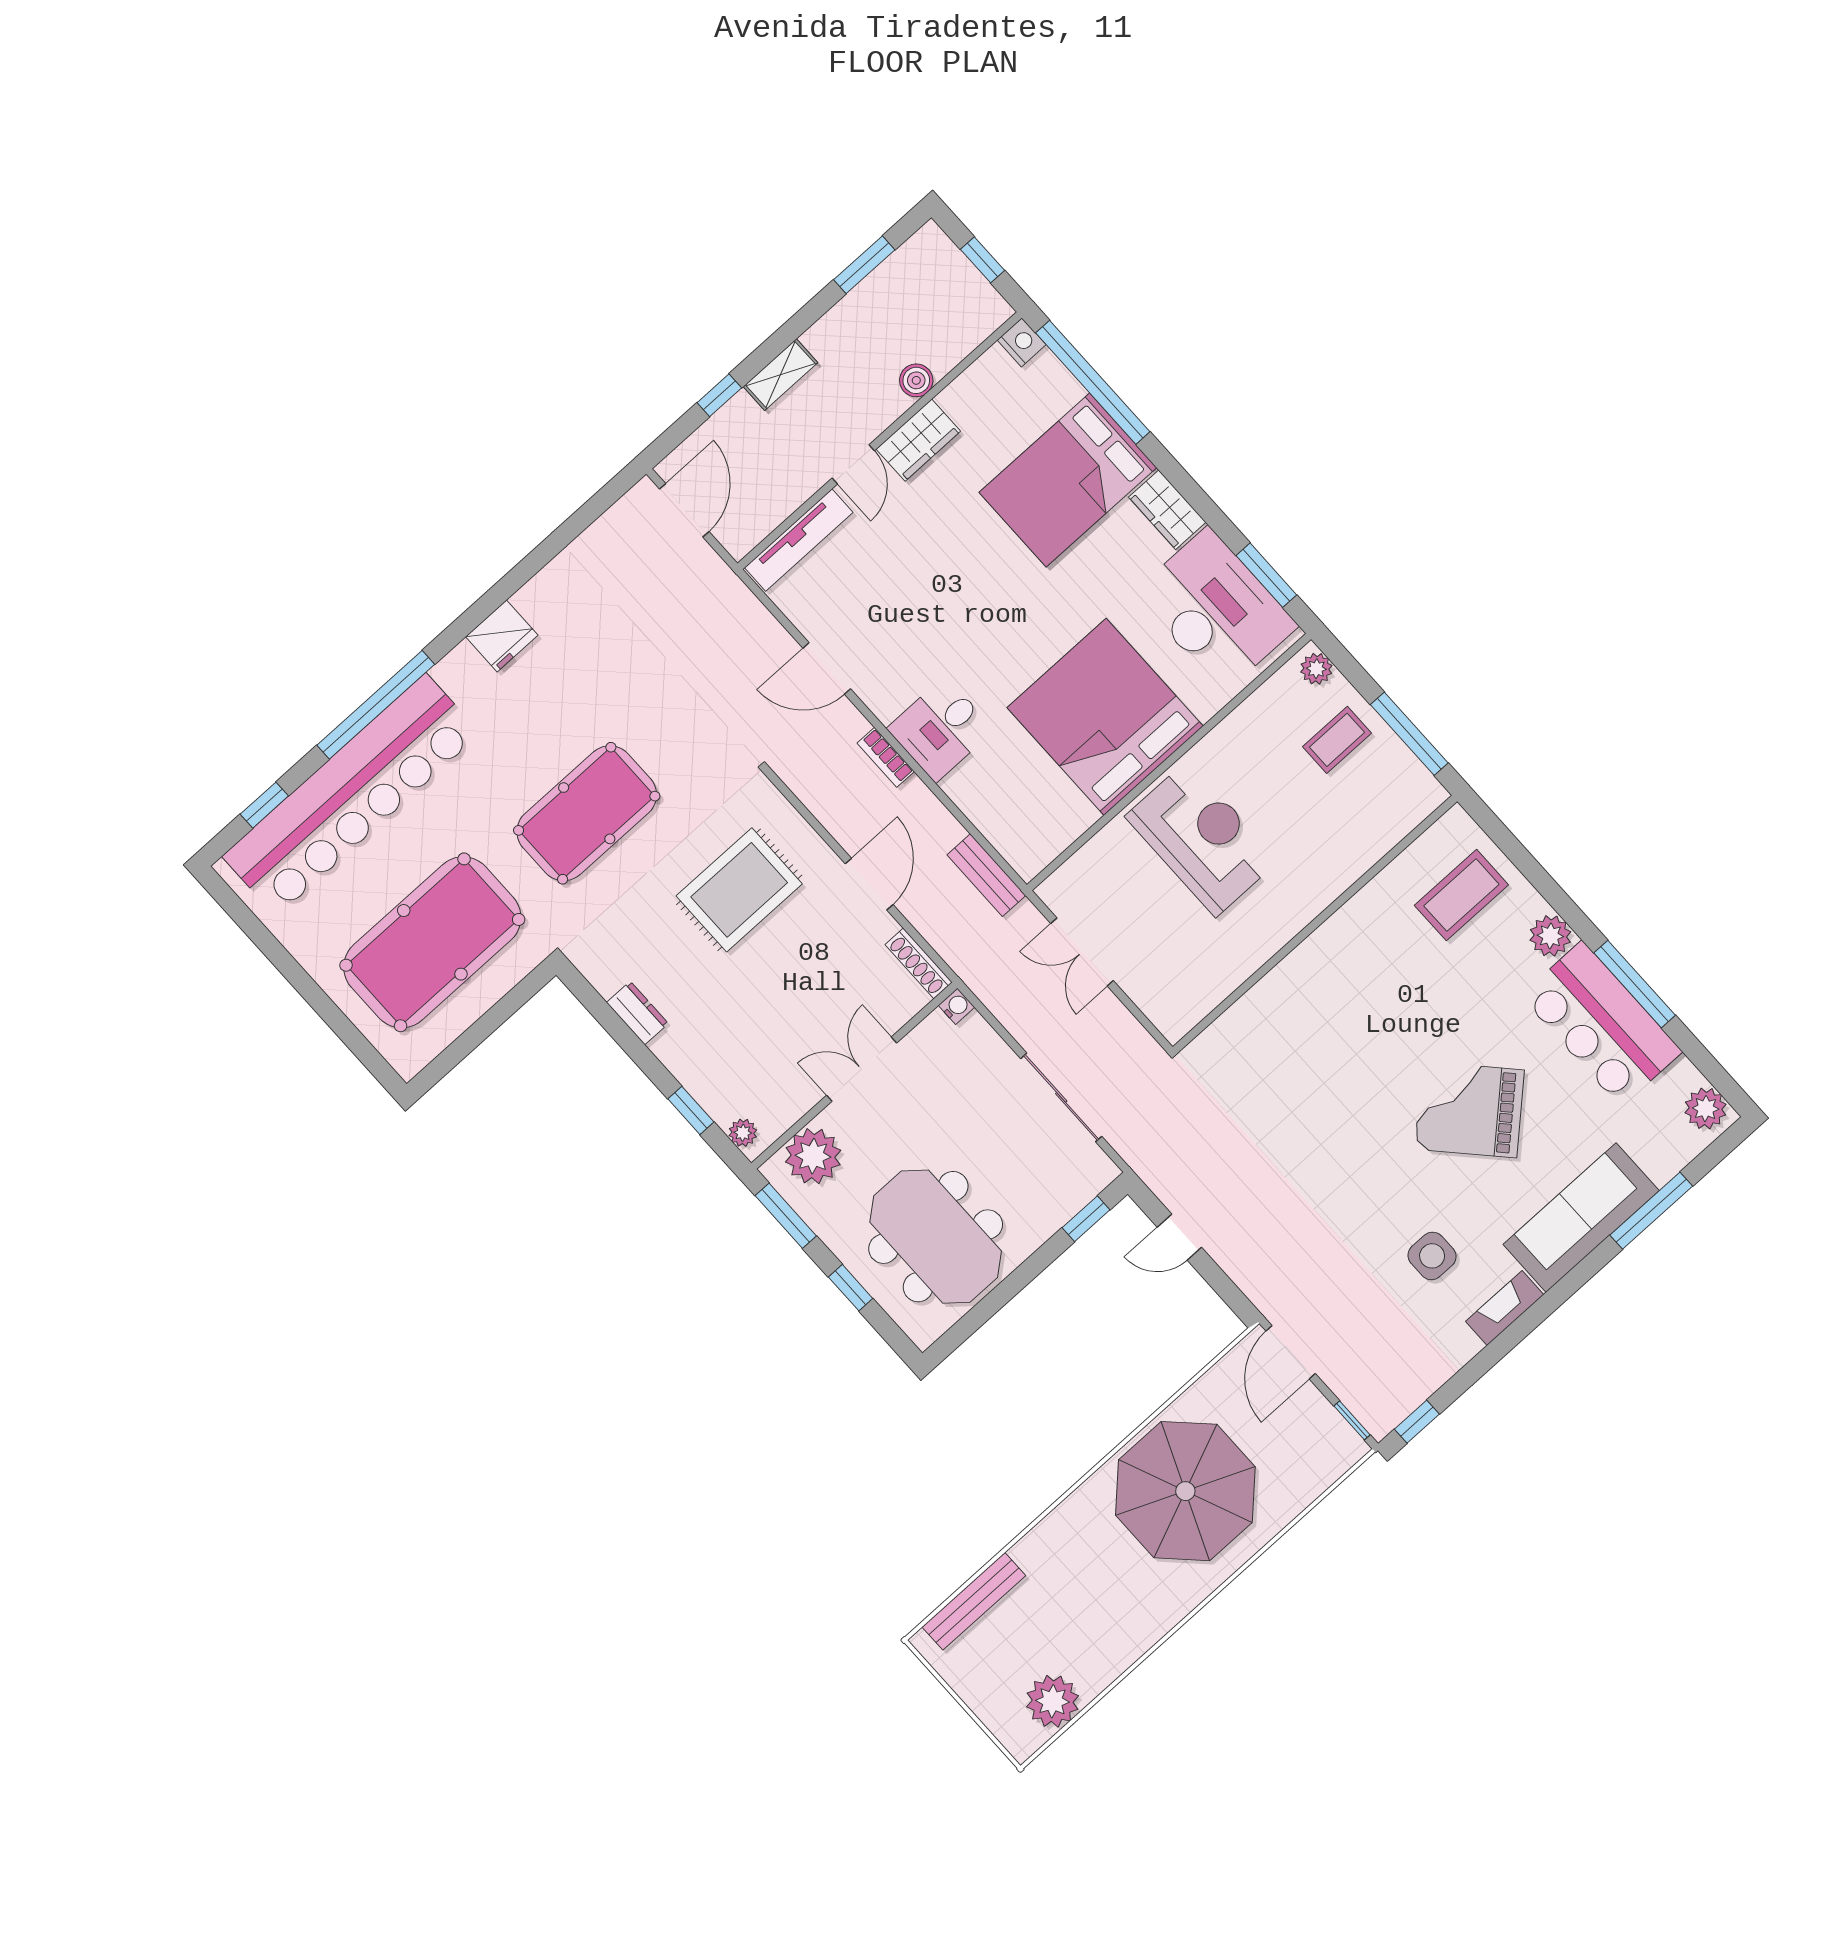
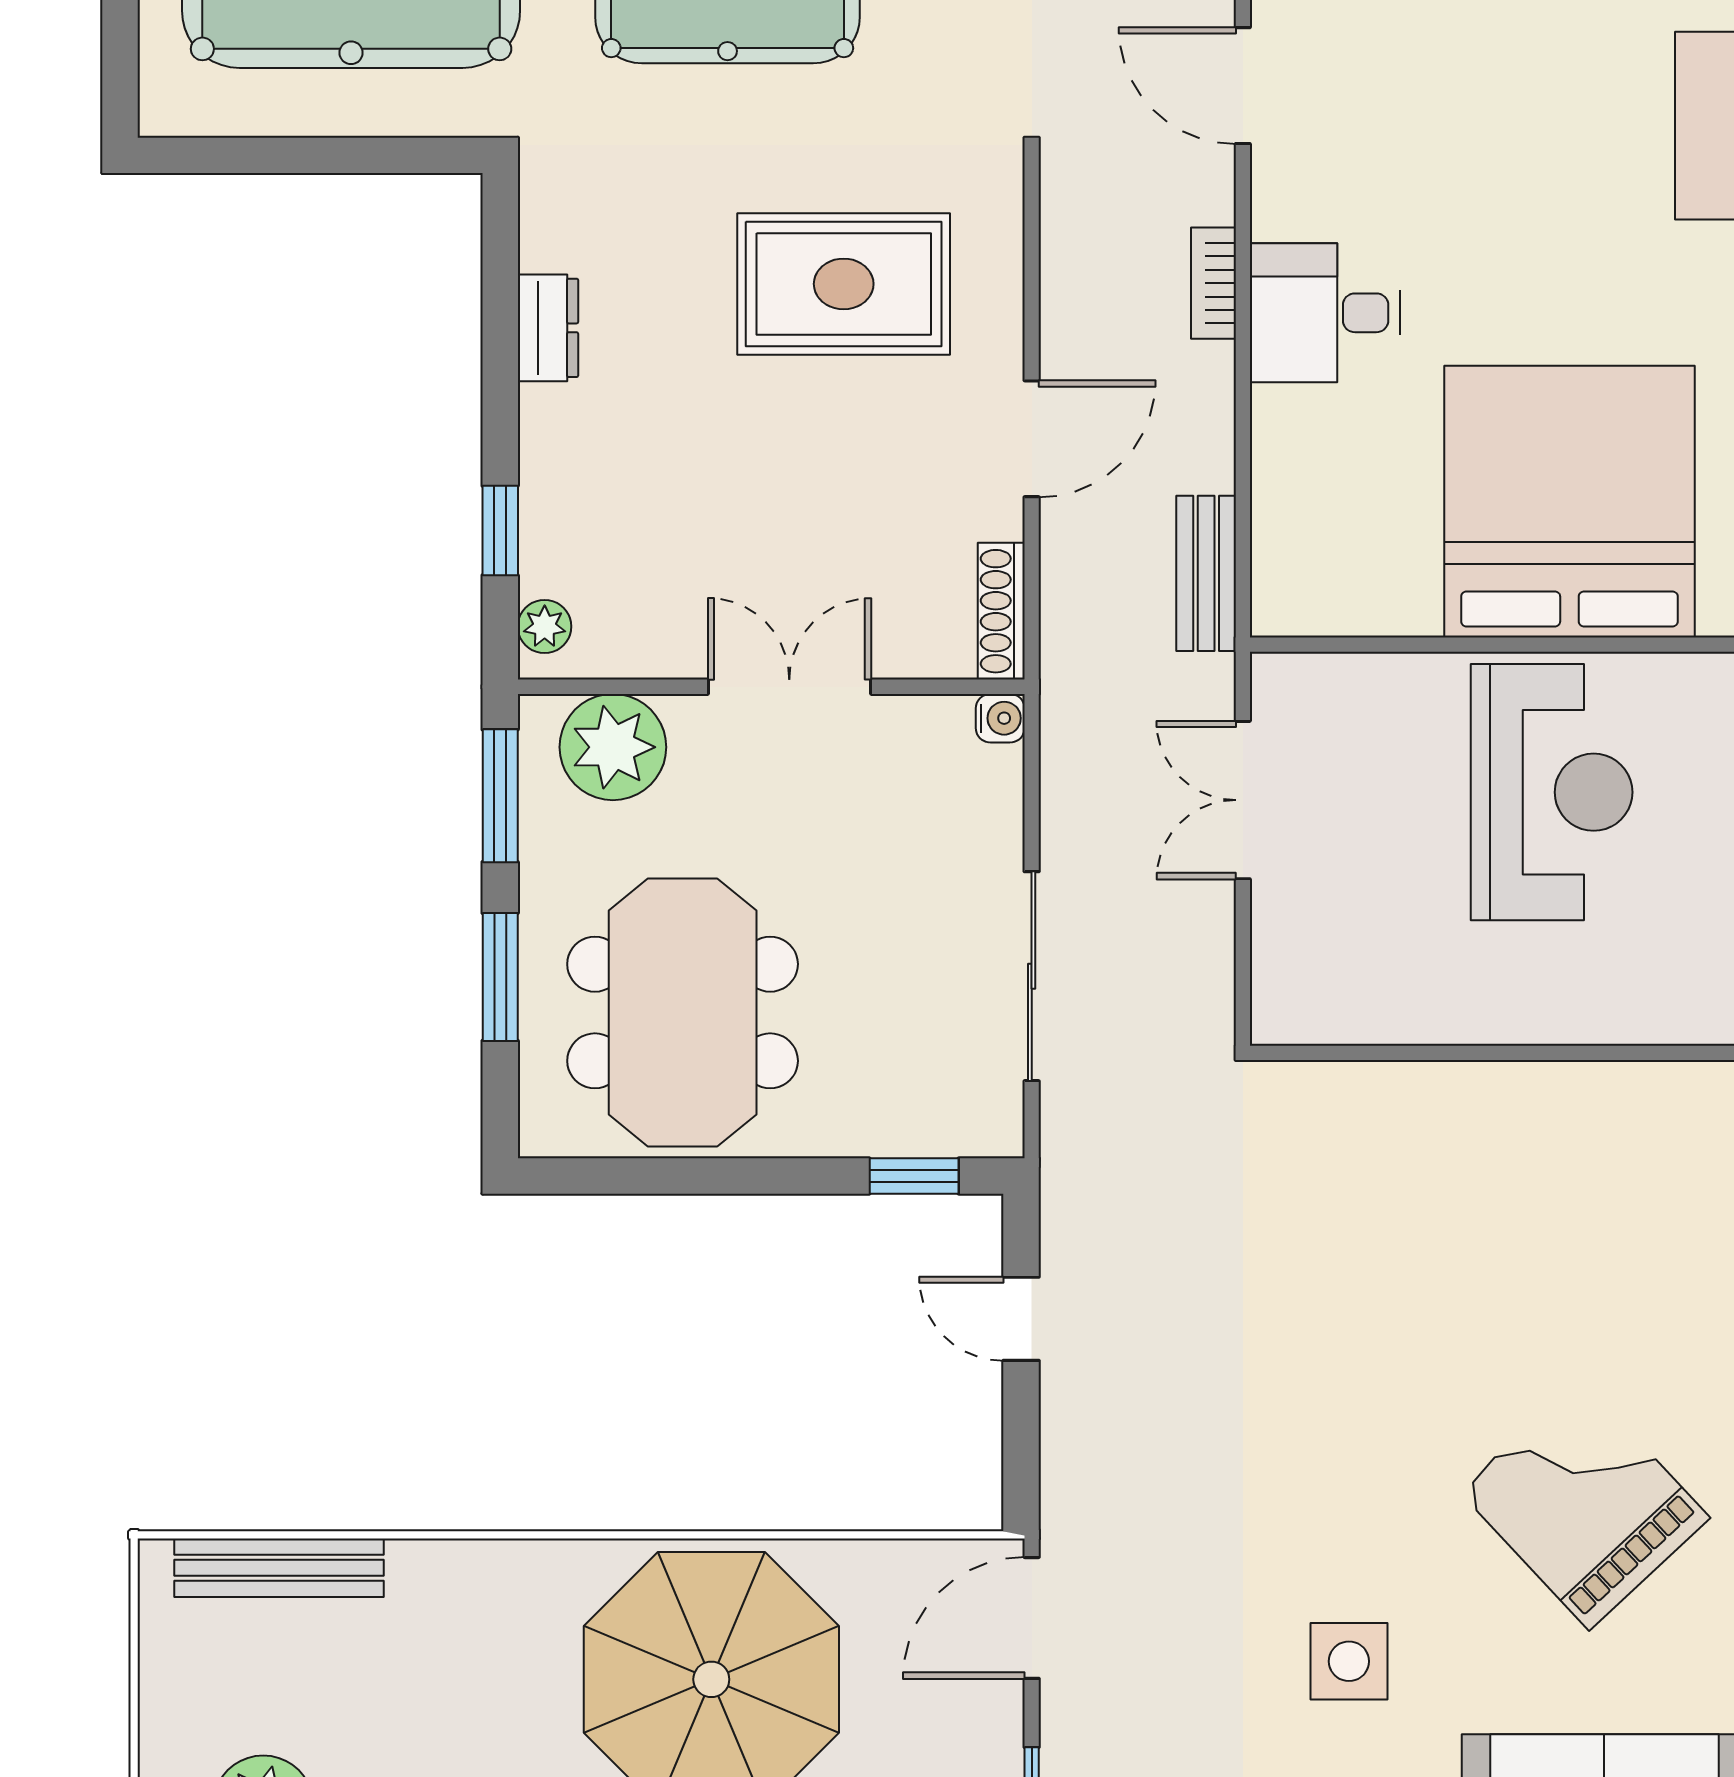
window: (851, 1288) -> (500, 977), width x1.50

